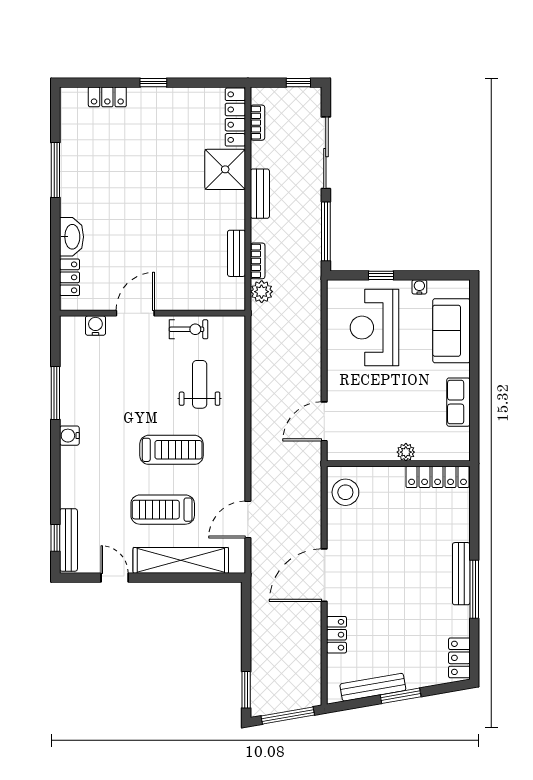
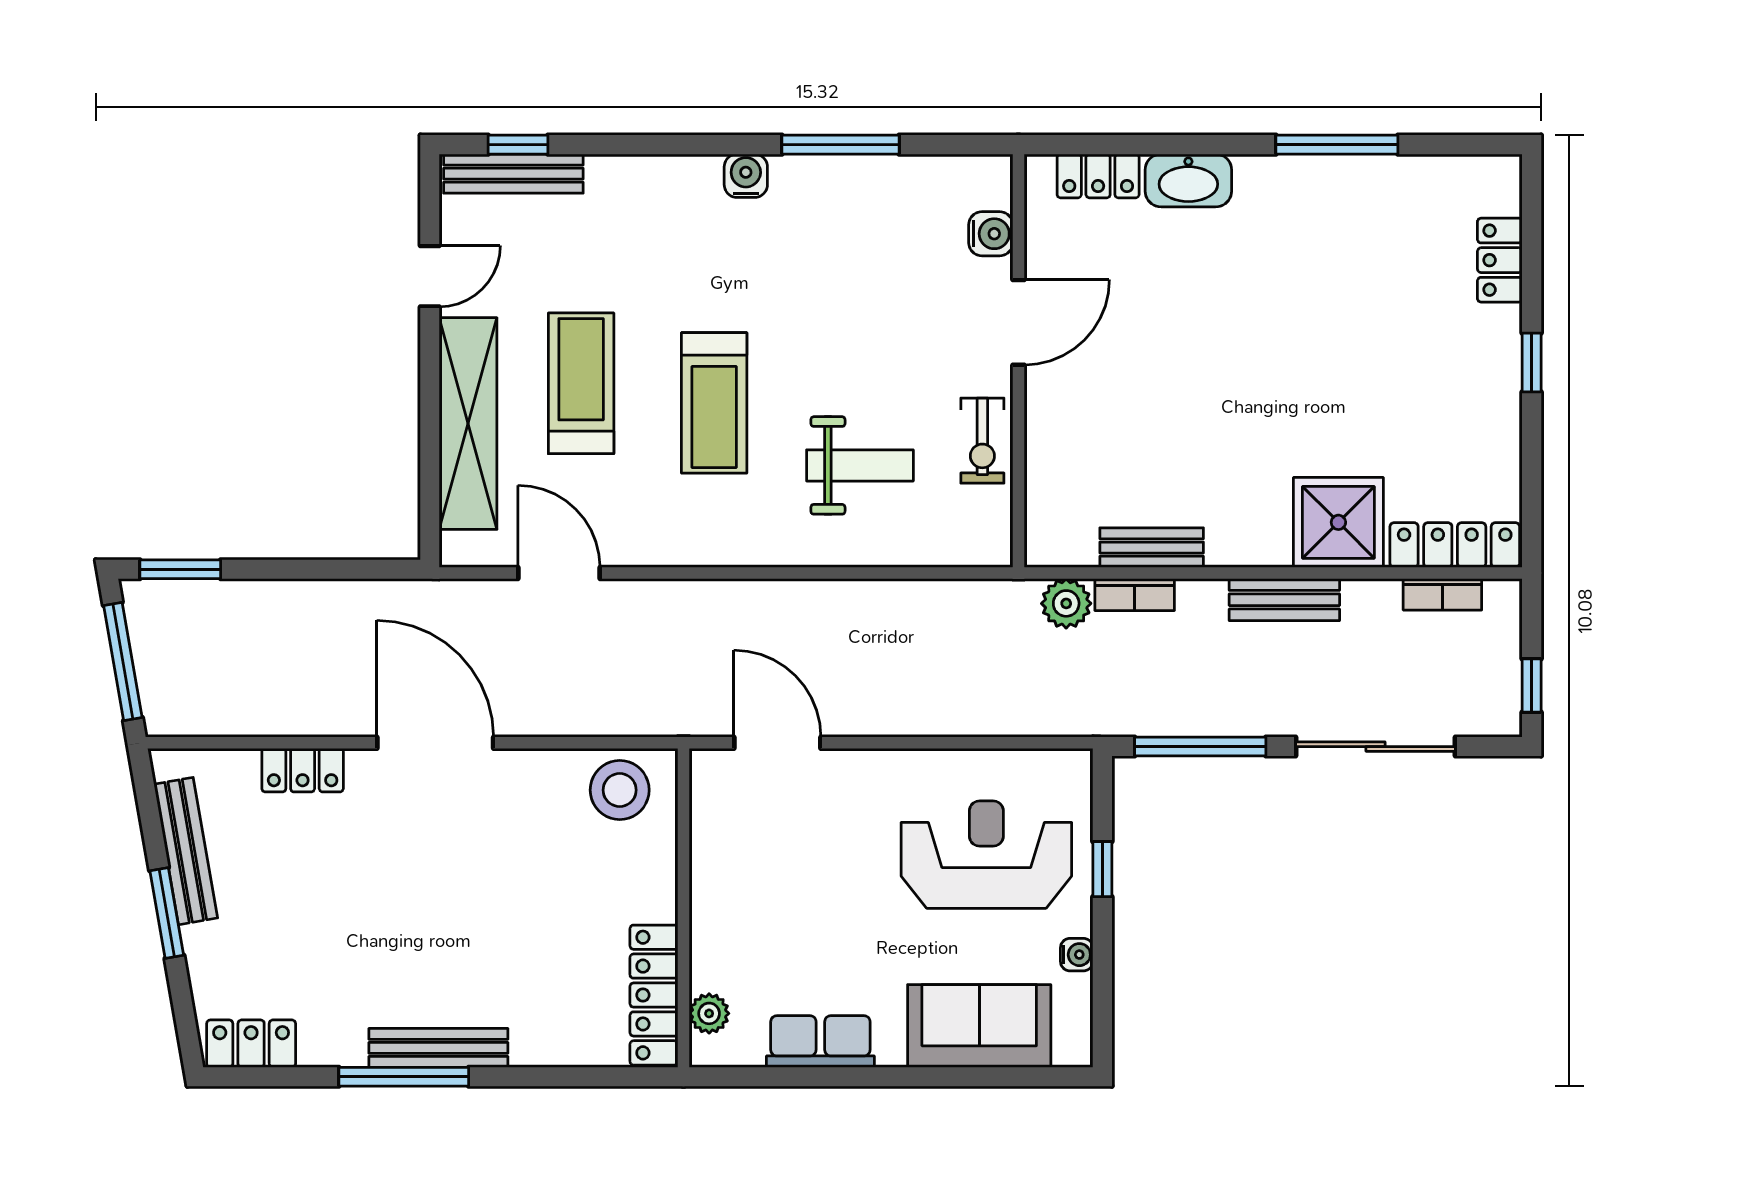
door: (135, 313) -> (1018, 322), hinge flipped
plant: (406, 452) -> (709, 1013), moved

